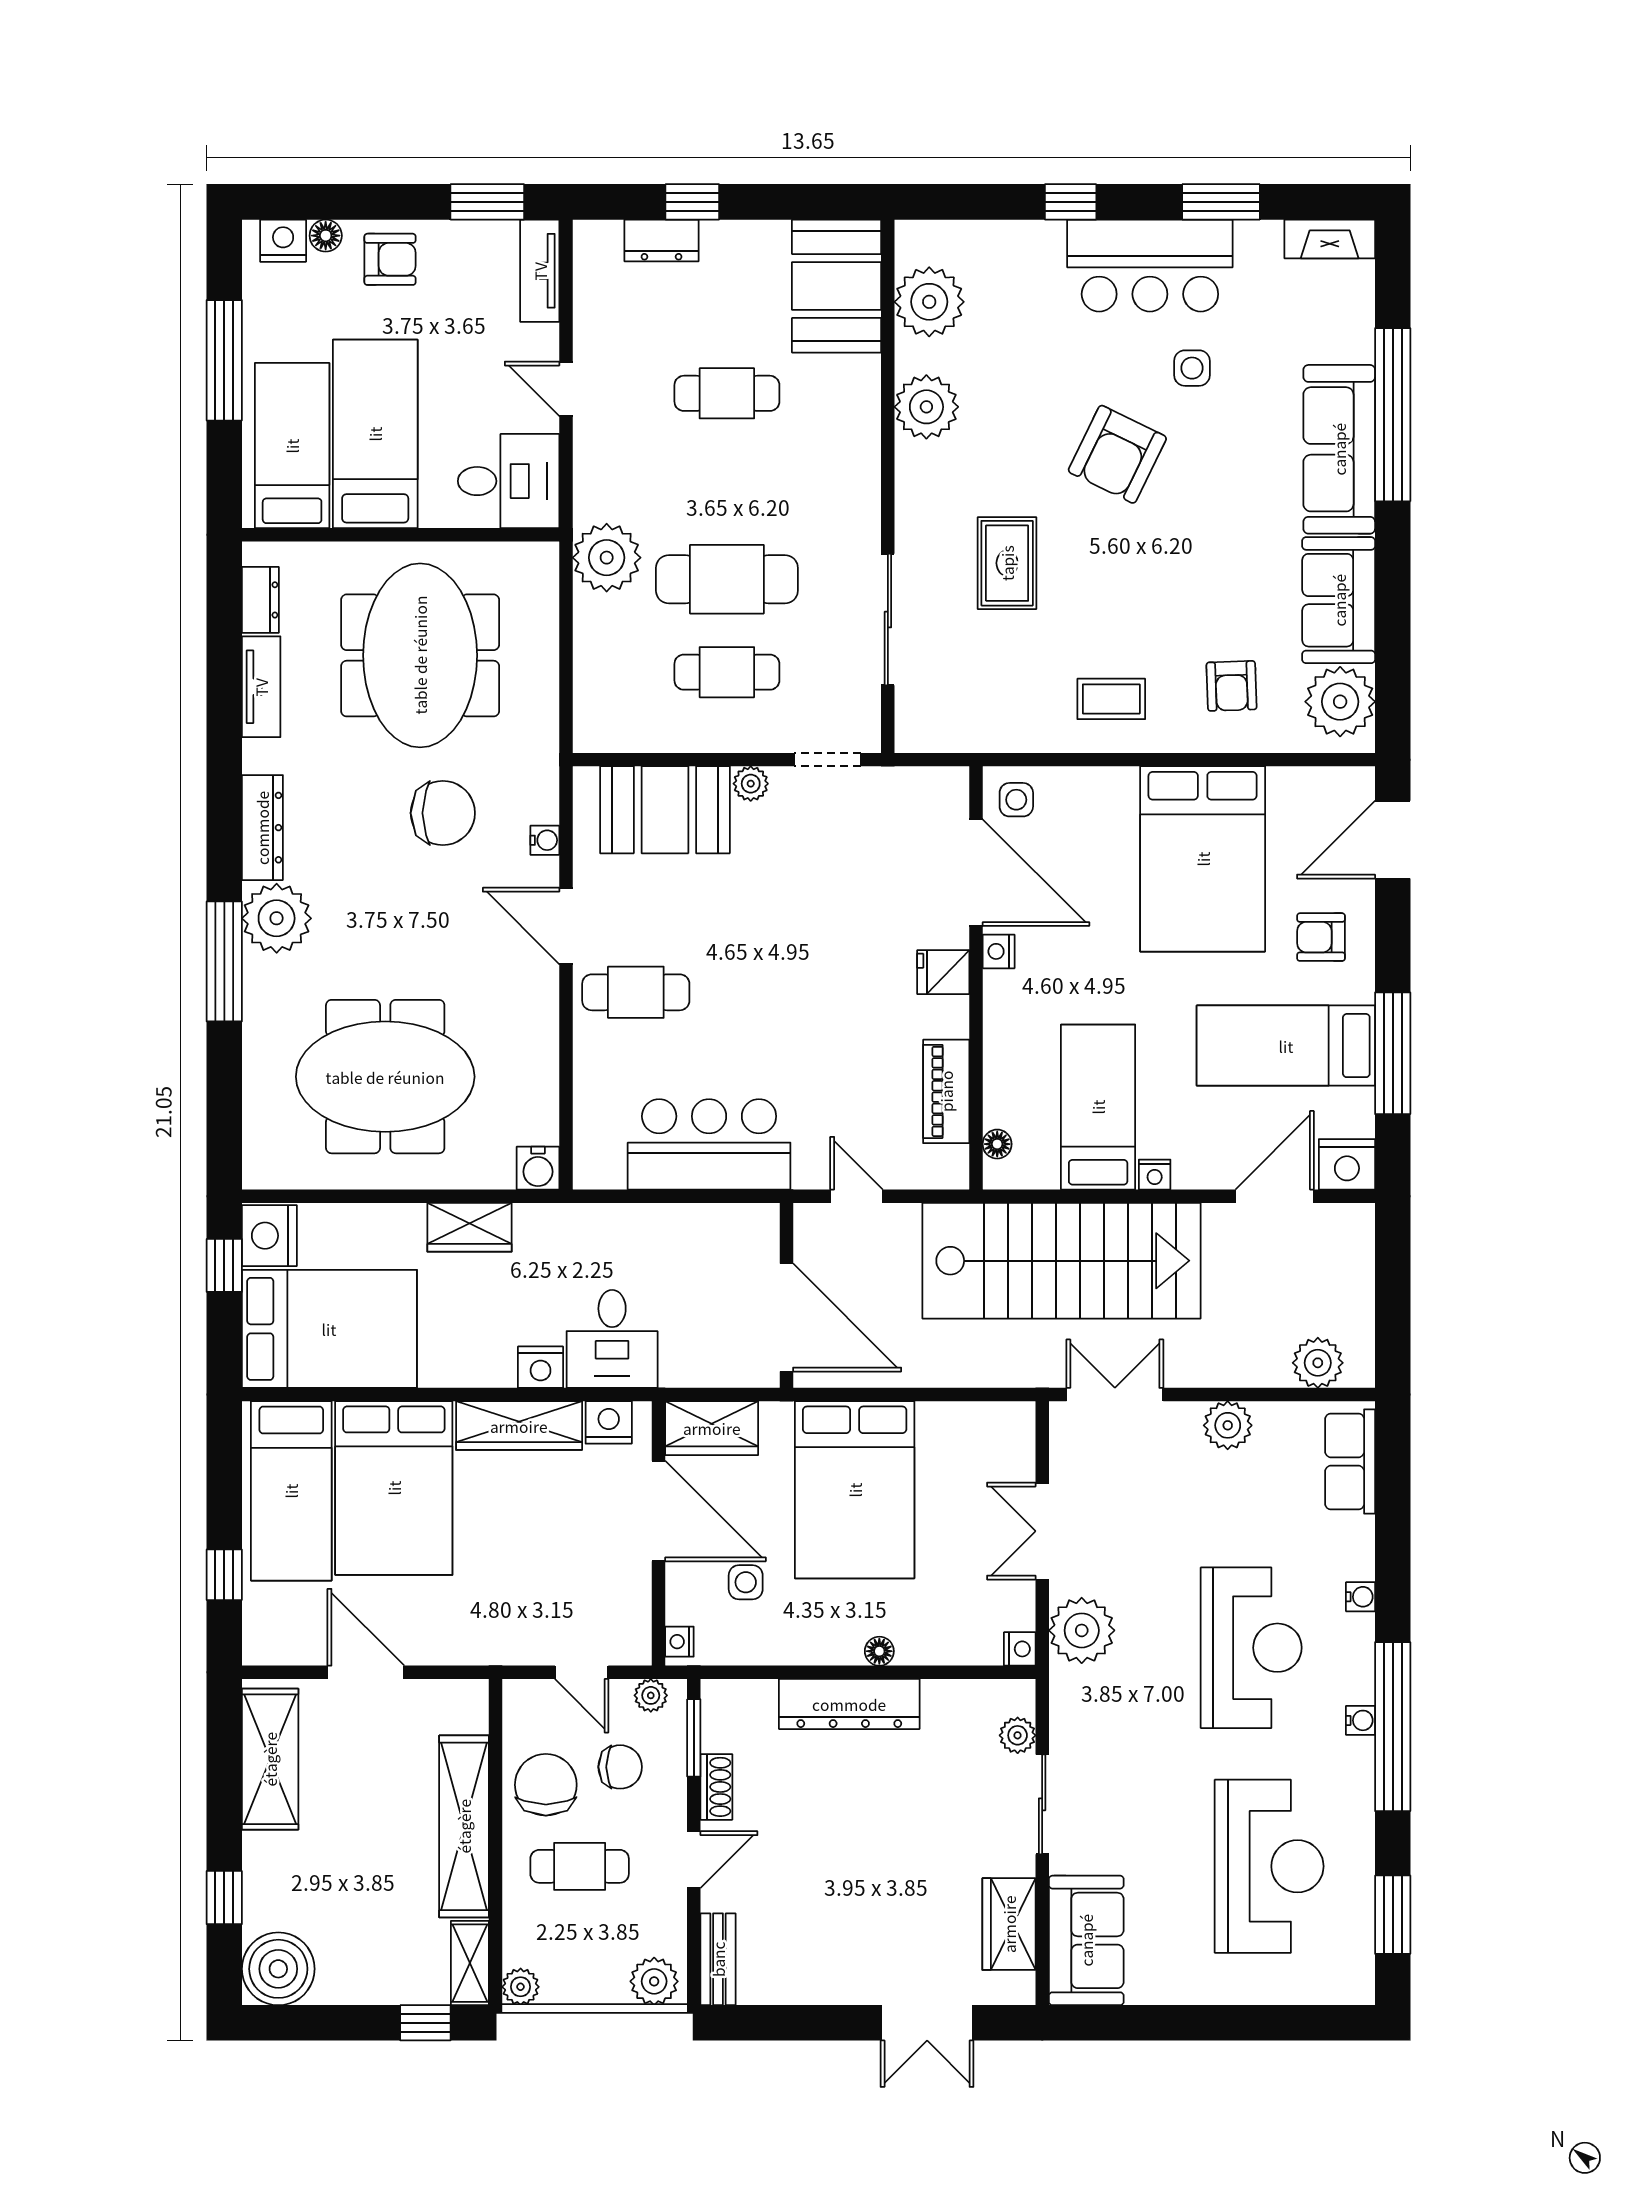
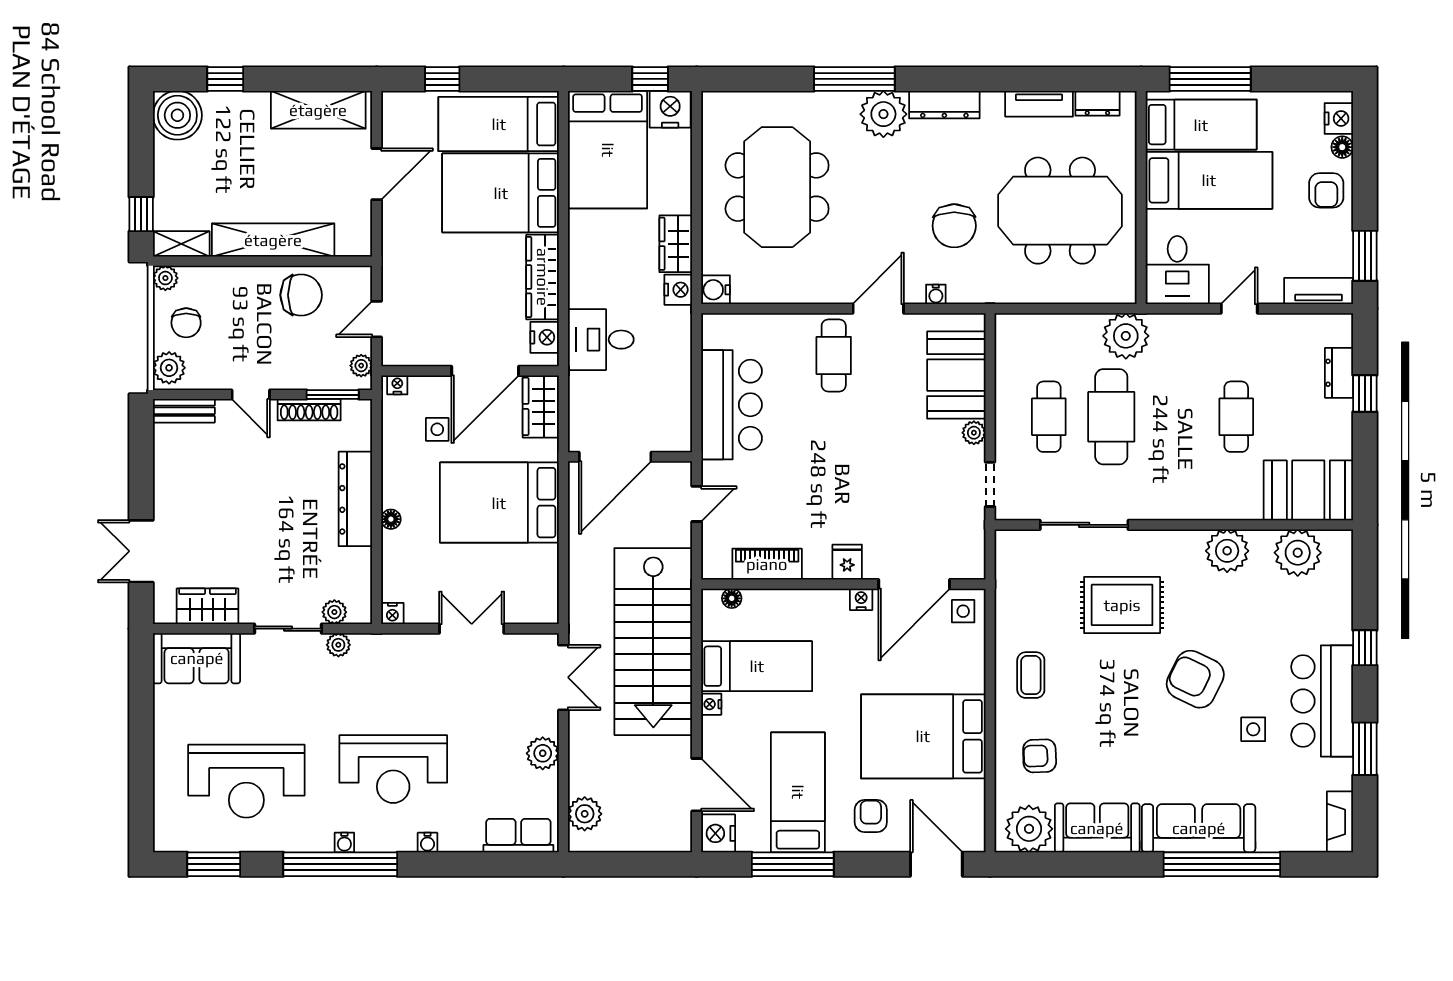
window: (224, 360) -> (1210, 79), moved
rug: (1007, 563) -> (1122, 605), width x1.36, depth x1.43
nightstand: (541, 1367) -> (678, 290), moved, turned 180
plant: (1082, 1630) -> (338, 645), moved, width x0.53, depth x0.53
chair: (620, 1767) -> (186, 323), moved
shoe rack: (716, 1787) -> (309, 410), width x1.43
cafe table: (580, 1866) -> (246, 318), removed

